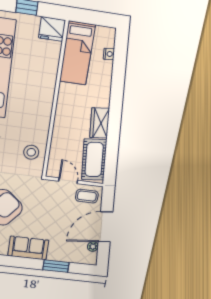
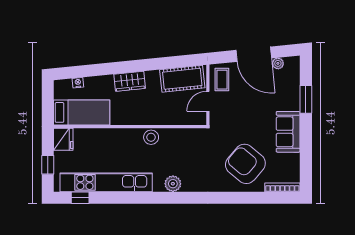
wardrobe: (100, 123) -> (130, 81), moved
stool: (31, 152) -> (151, 137), moved

